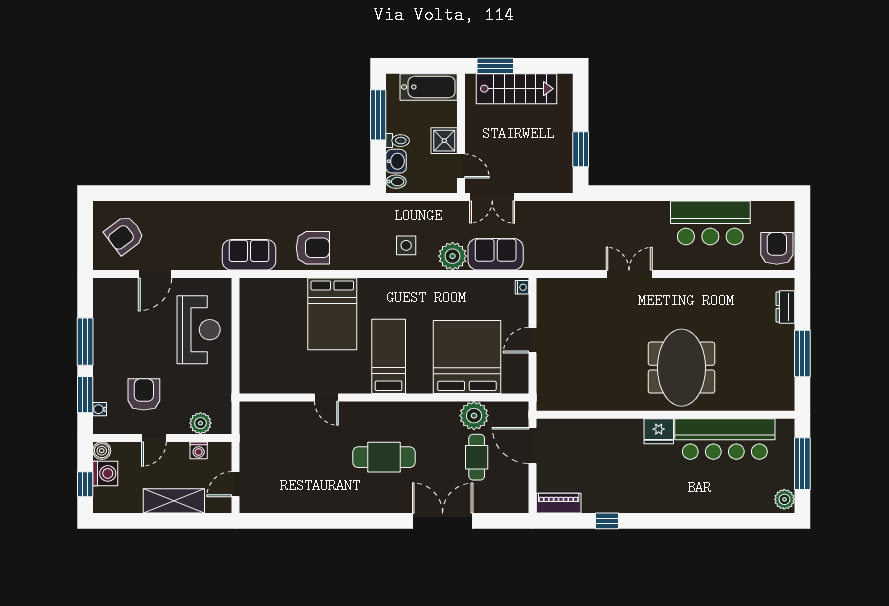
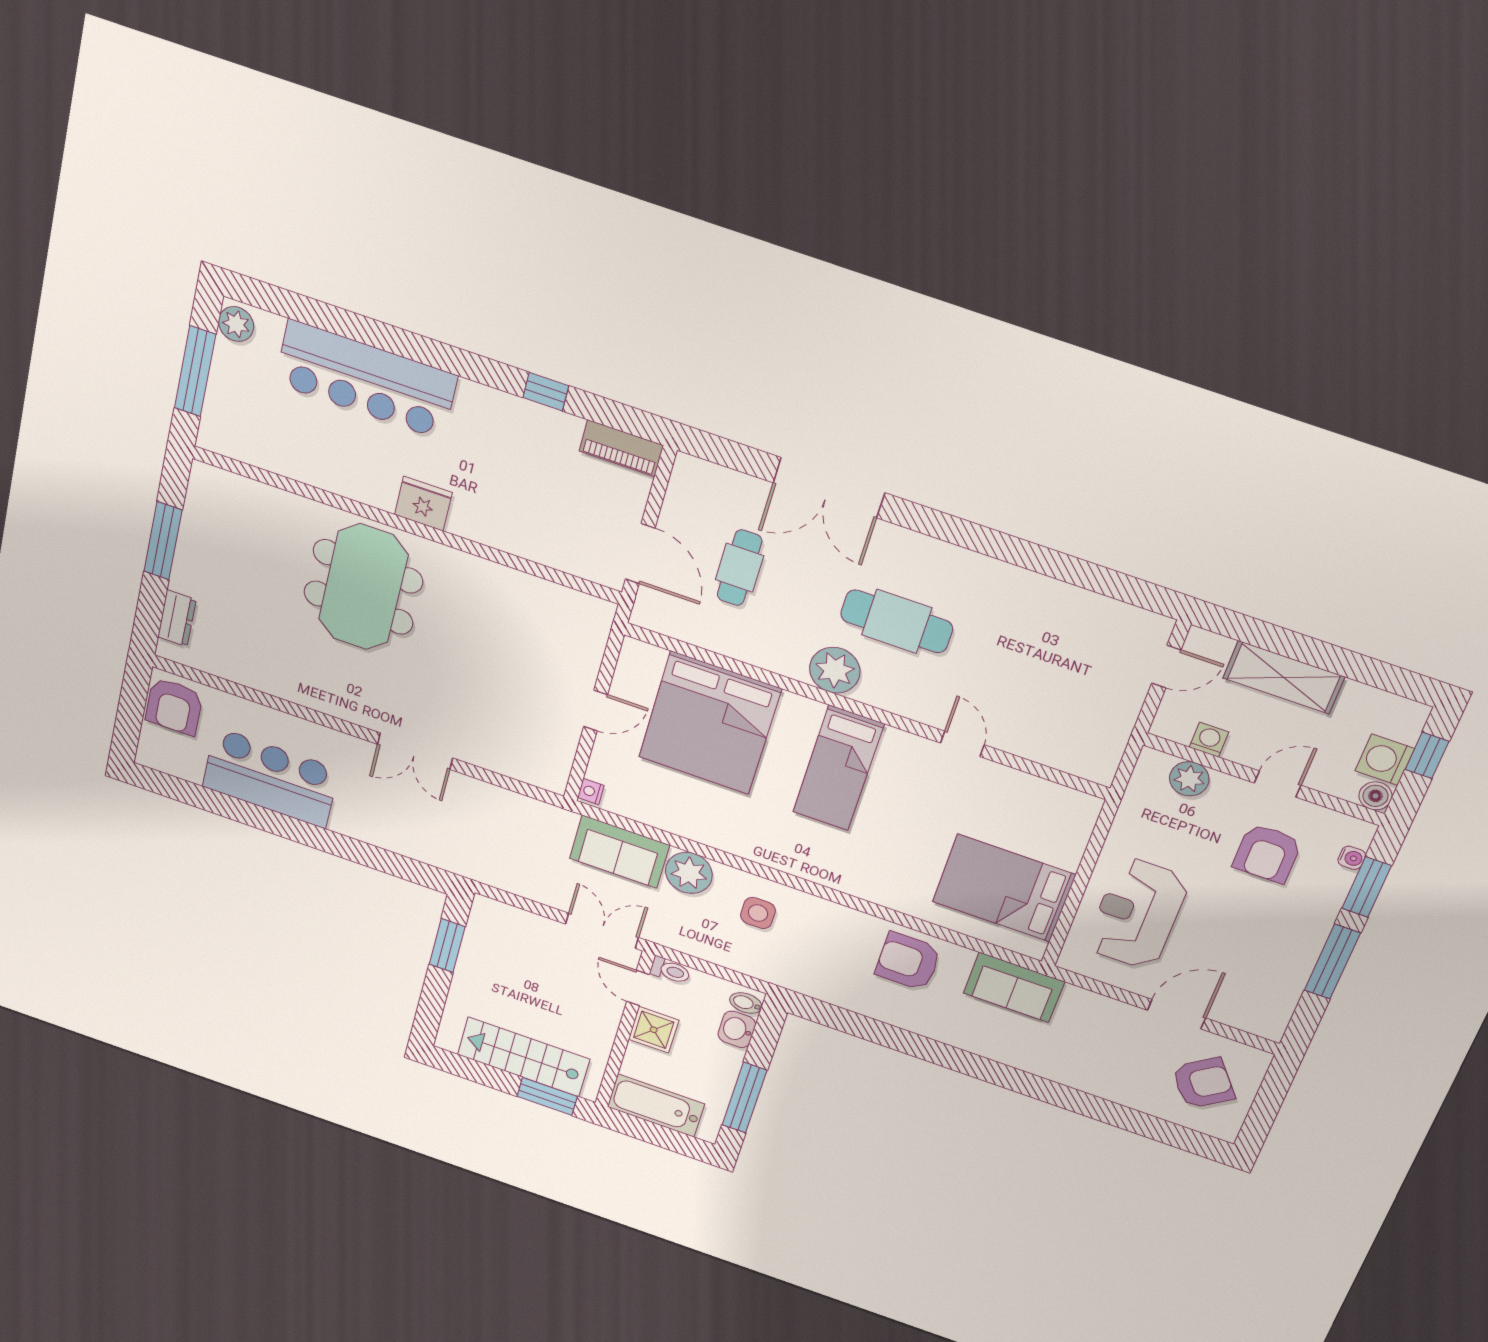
toilet: (398, 141) -> (670, 971), moved, turned 180
bed: (332, 314) -> (1004, 888), moved, turned -90
plant: (474, 416) -> (835, 670), moved
bar counter: (725, 439) -> (366, 380), moved, turned 180

